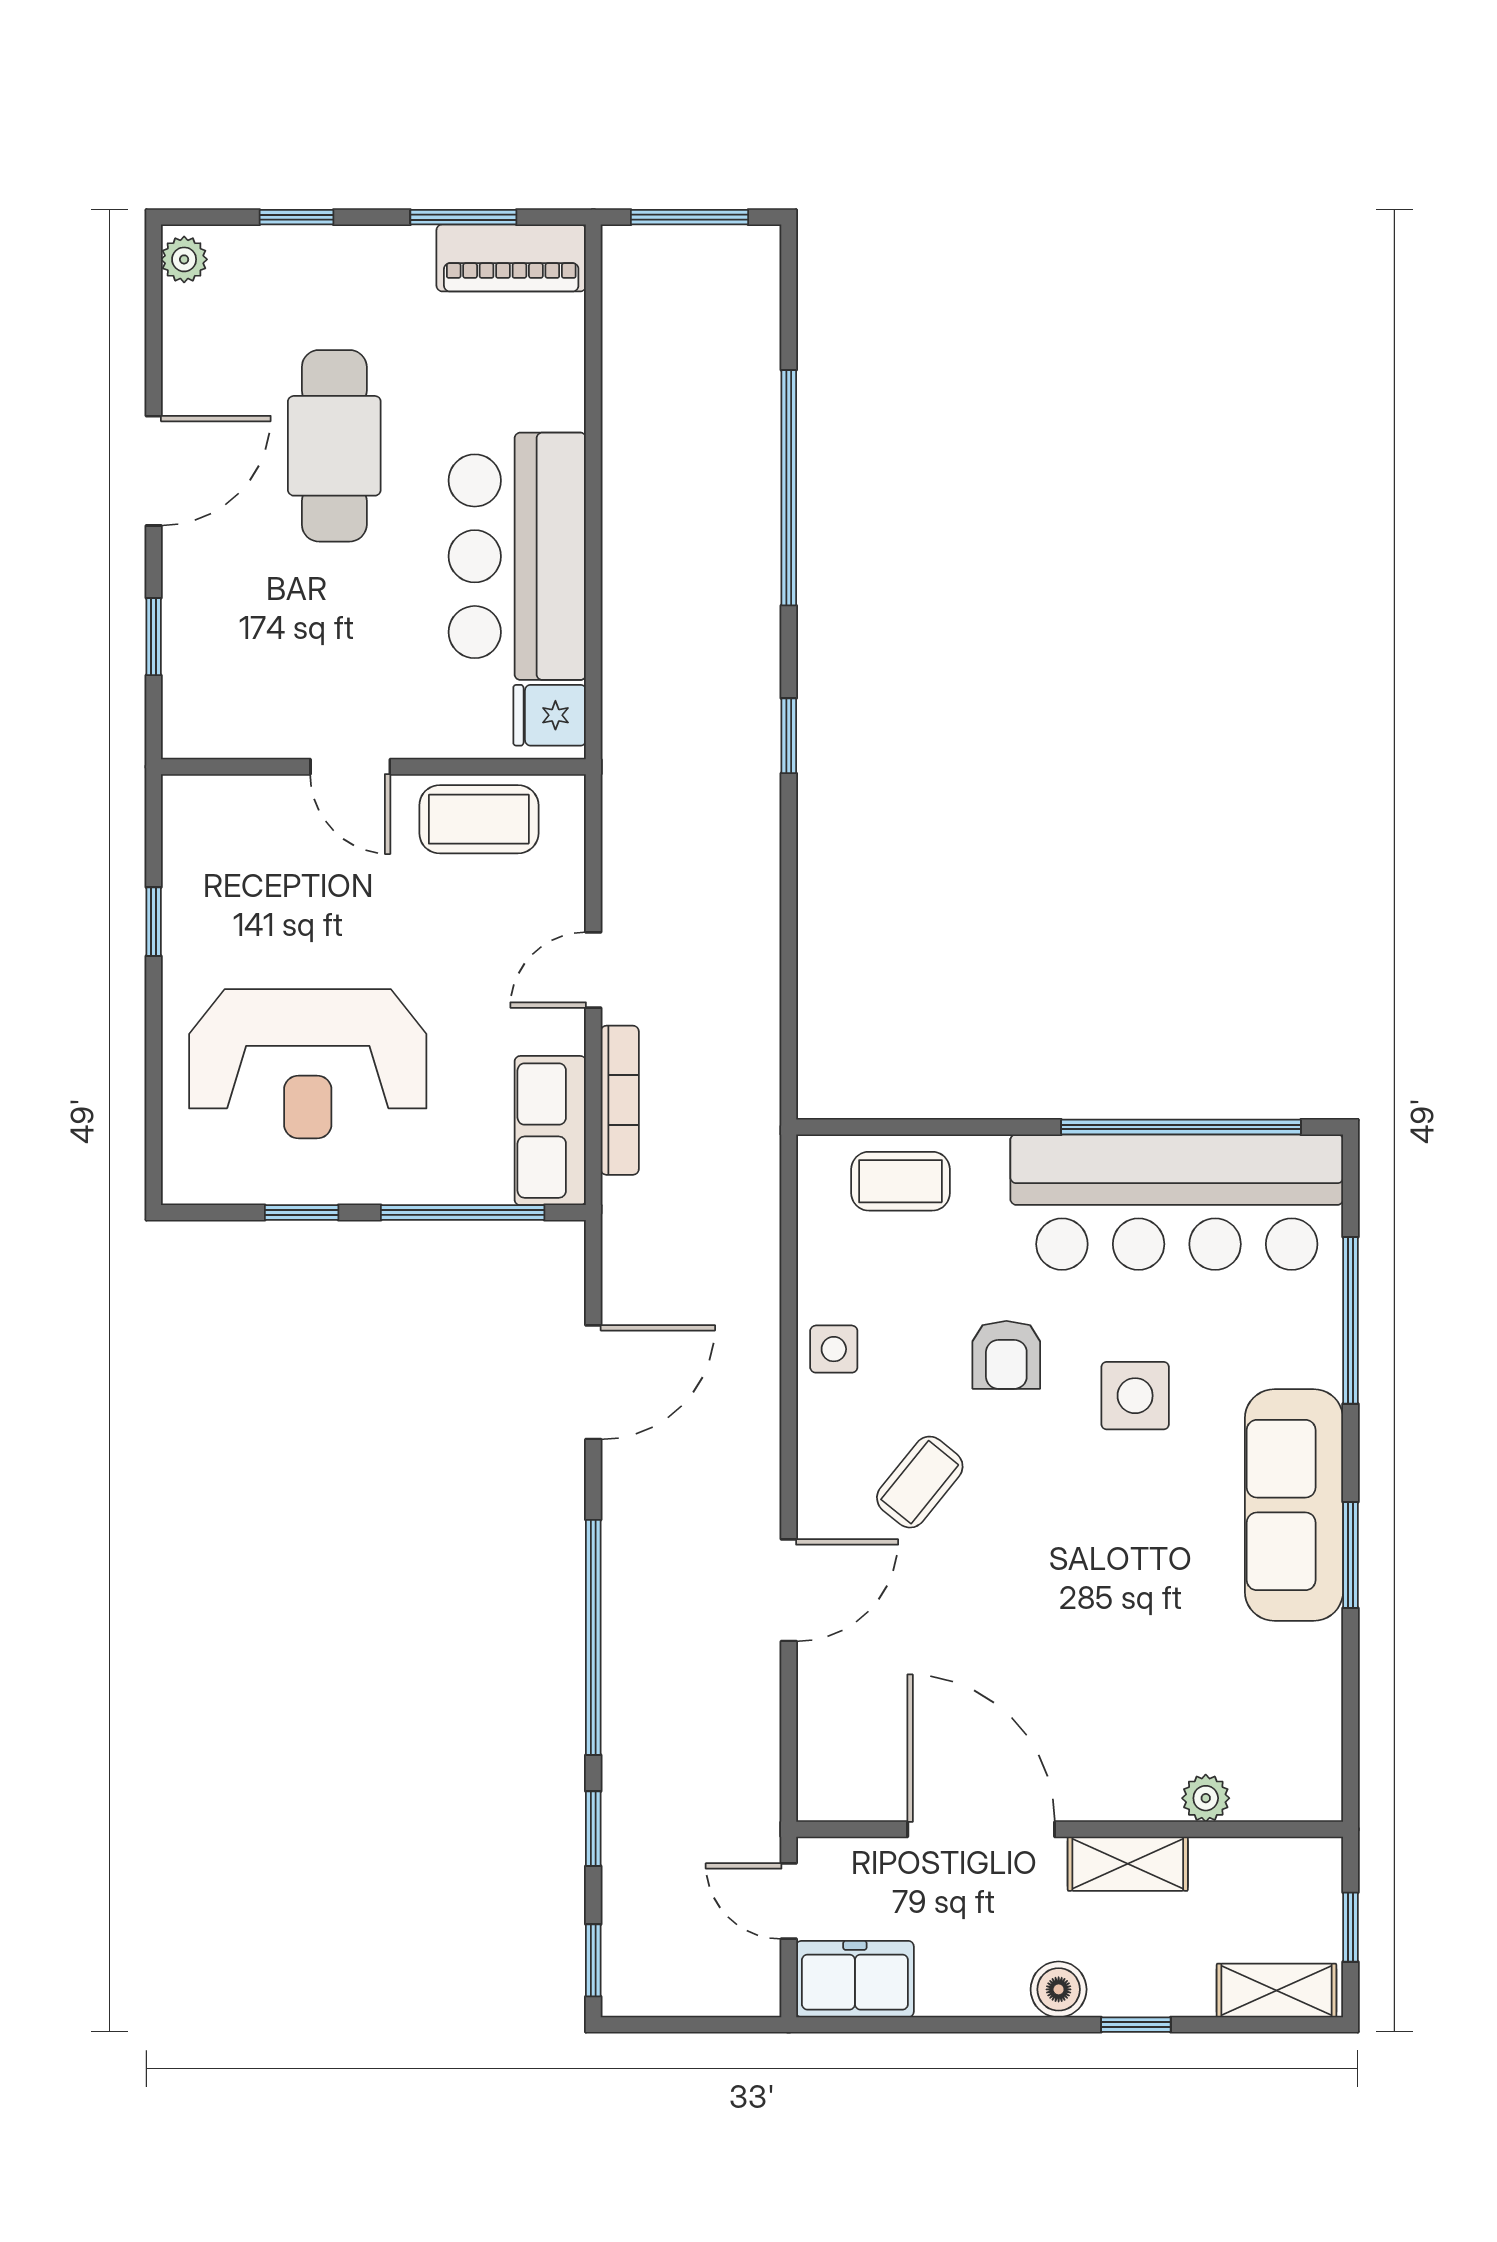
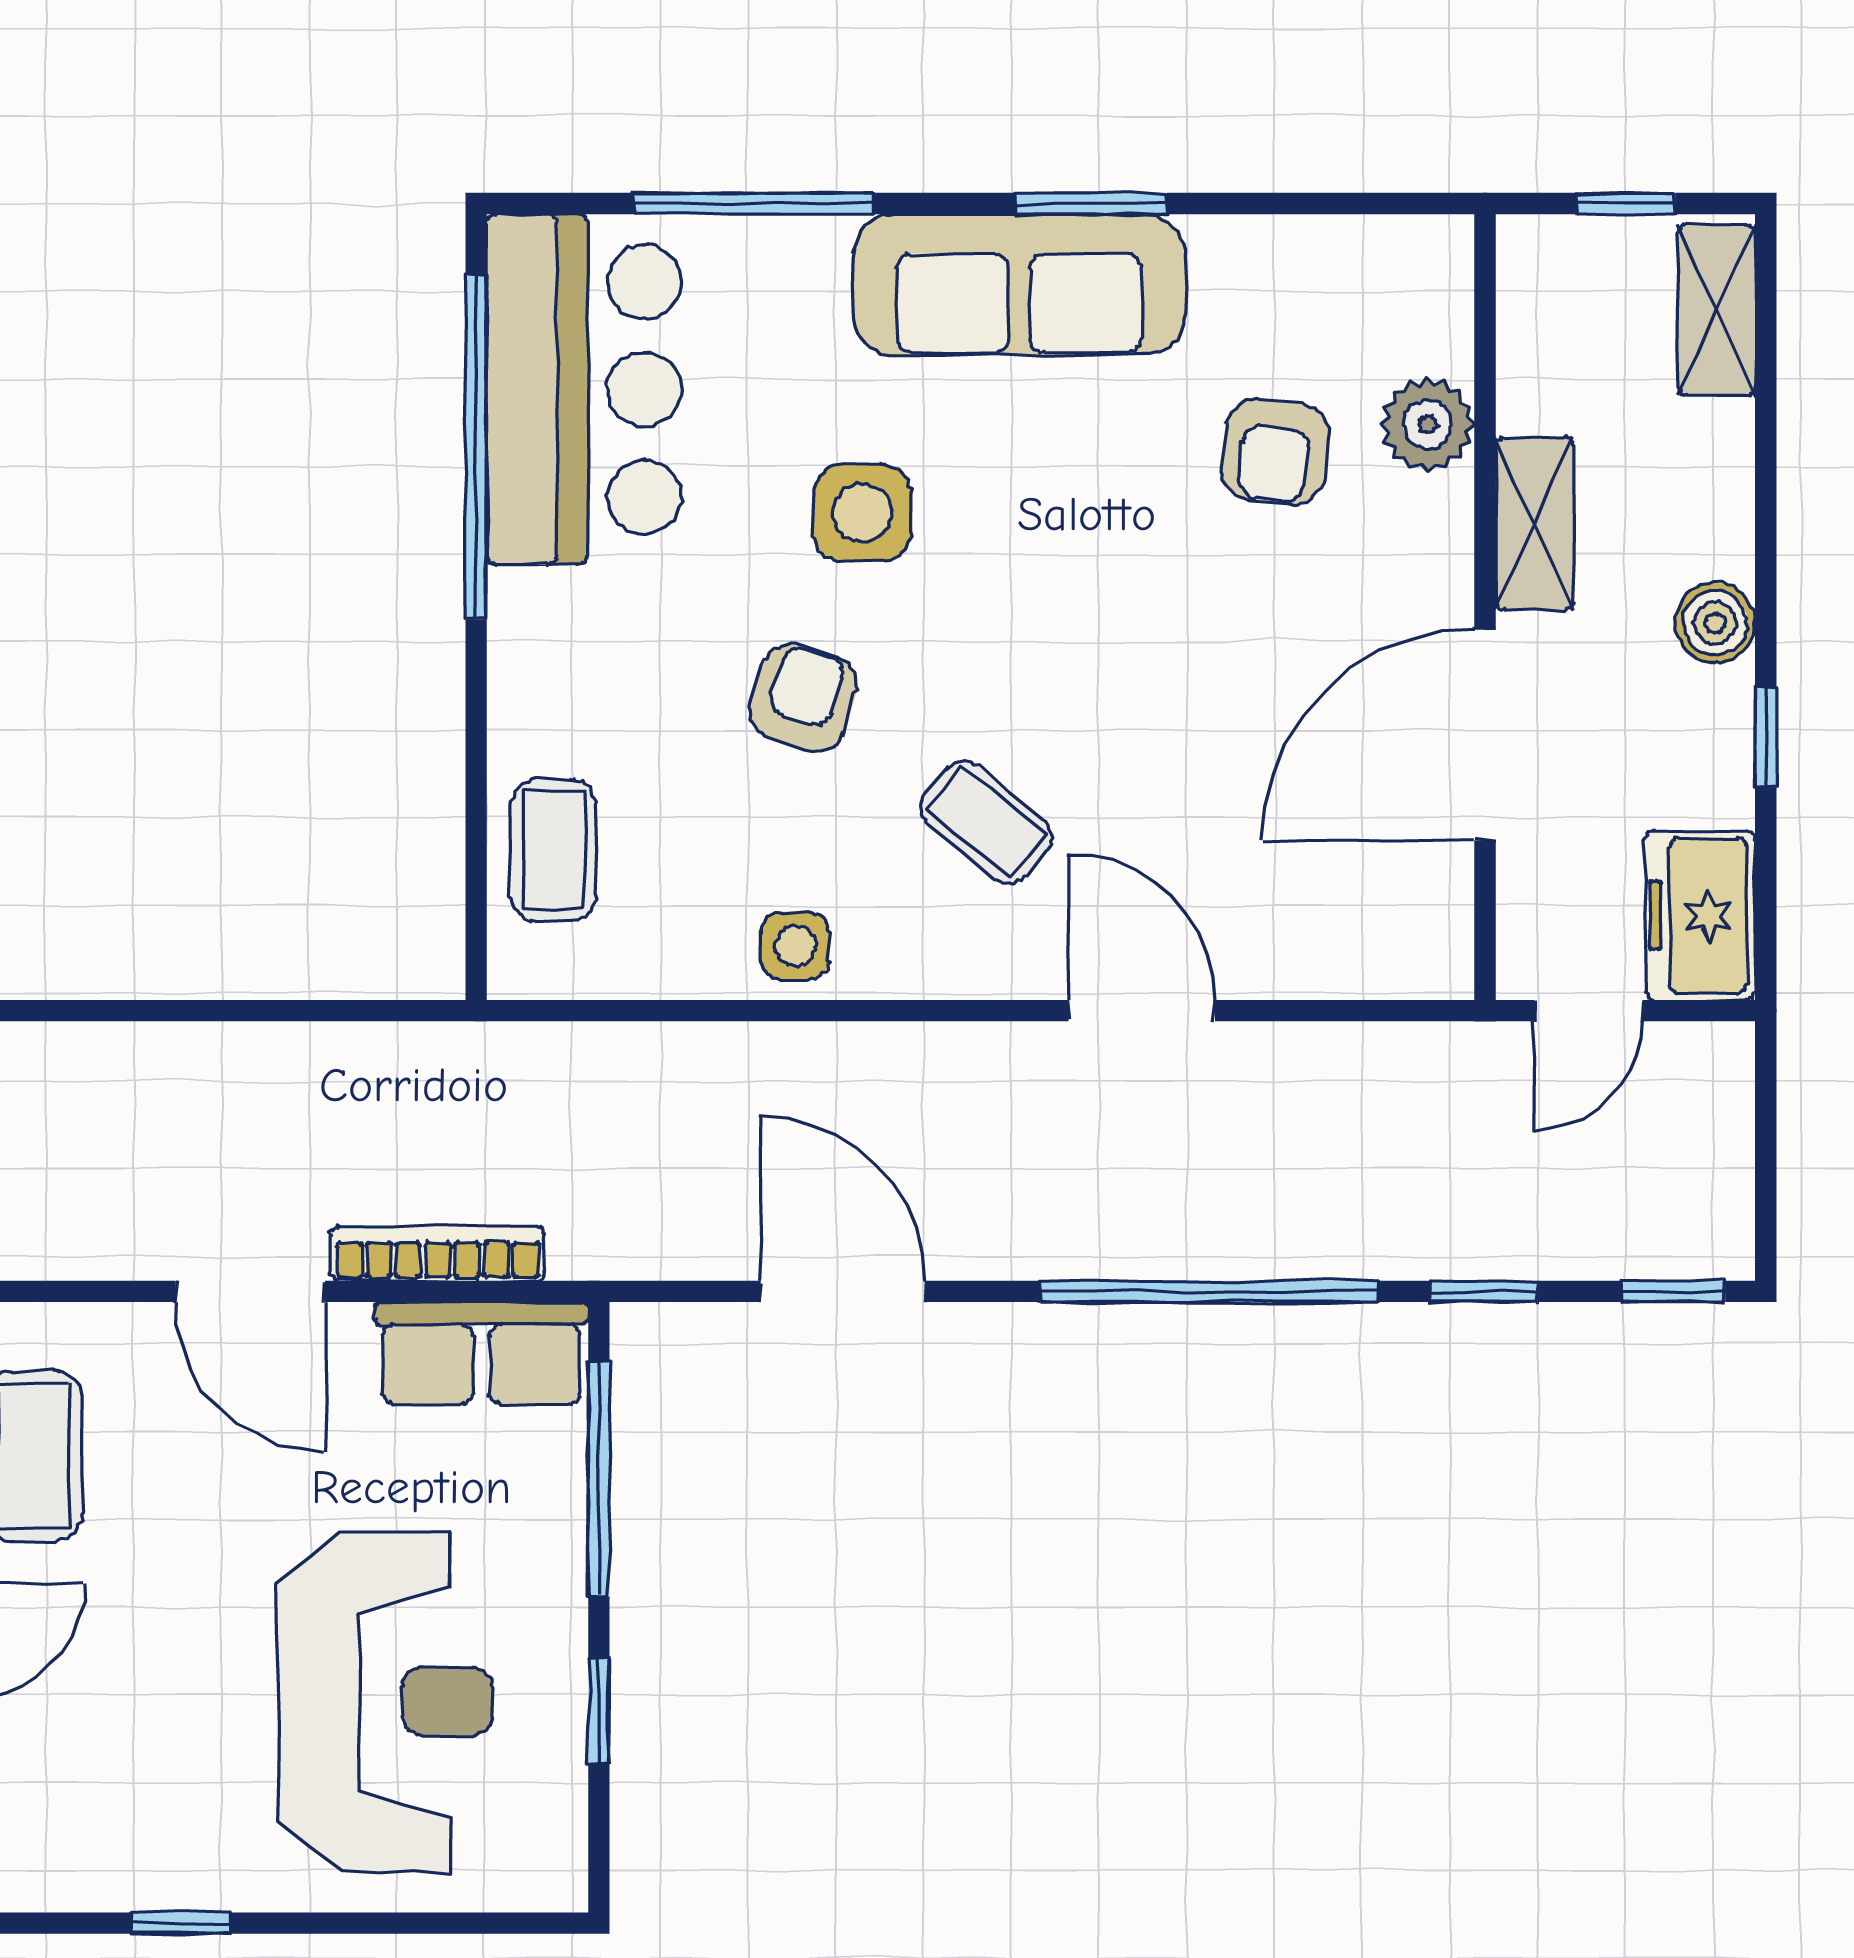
door: (593, 970) -> (250, 1291), width x1.38
bar counter: (1177, 1202) -> (584, 389), width x0.73
armchair: (1006, 1355) -> (803, 698), turned -72
armchair: (1178, 1683) -> (1275, 452), added
plant: (1206, 1798) -> (1428, 424), width x1.38, depth x1.38
window: (1136, 2025) -> (1766, 737), moved

